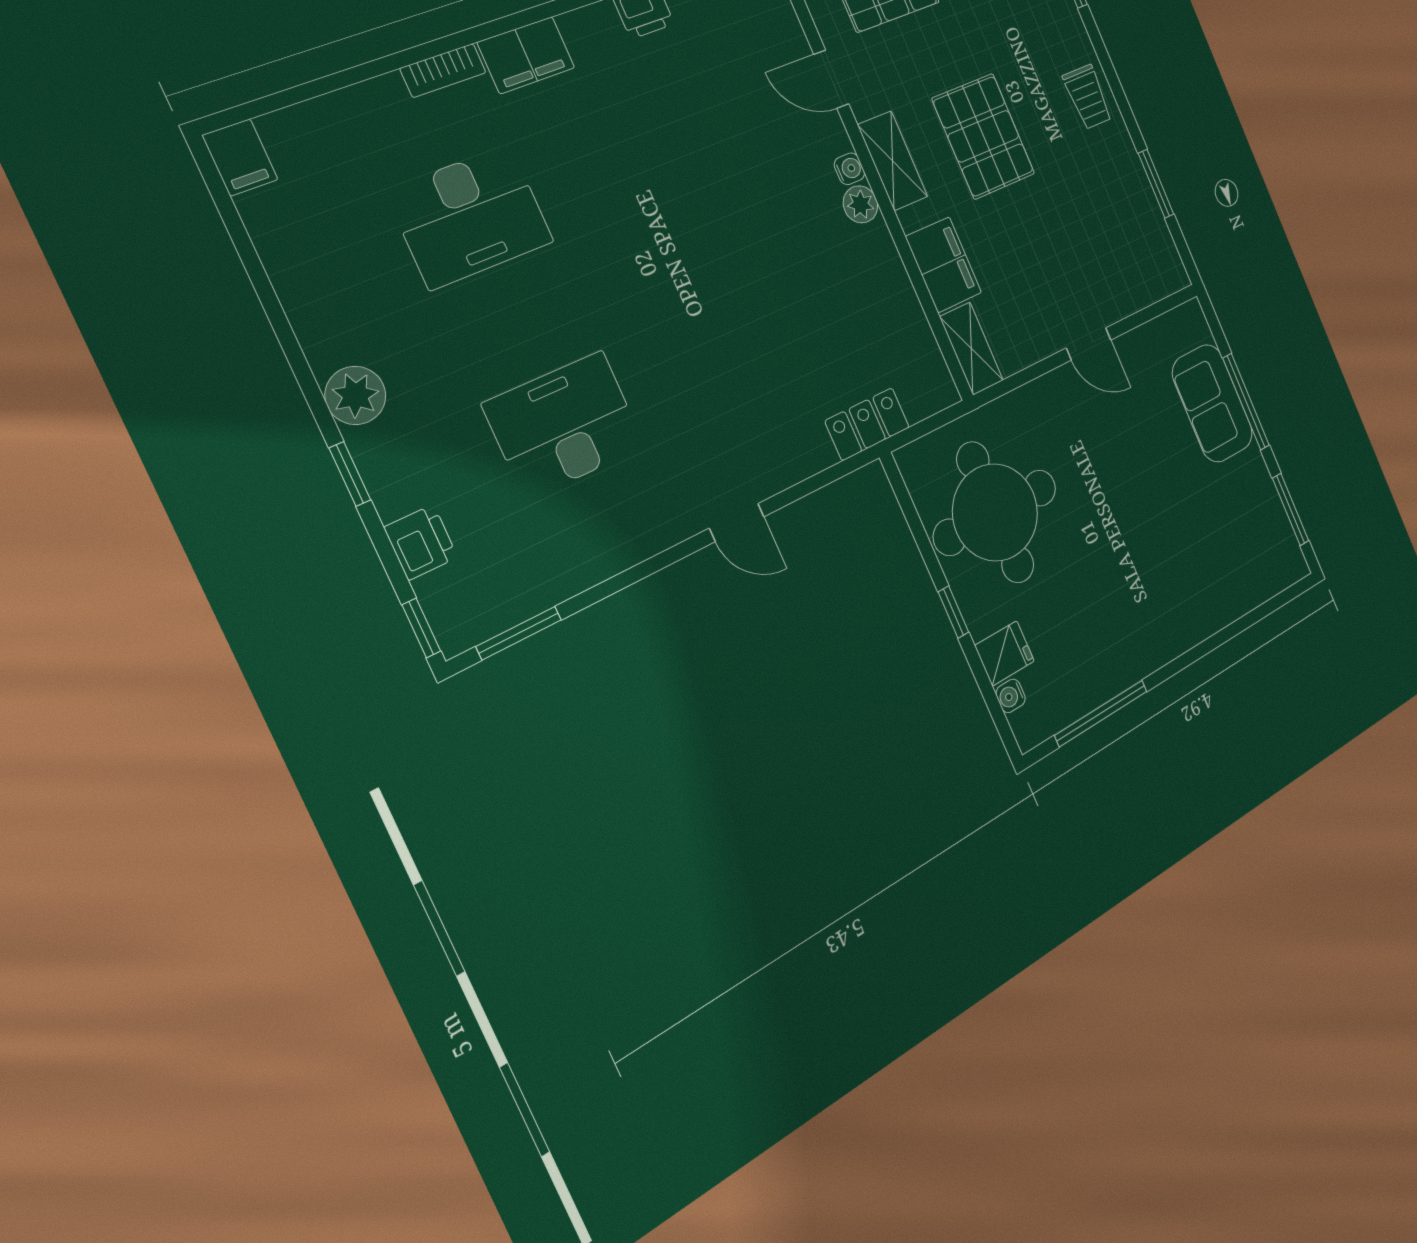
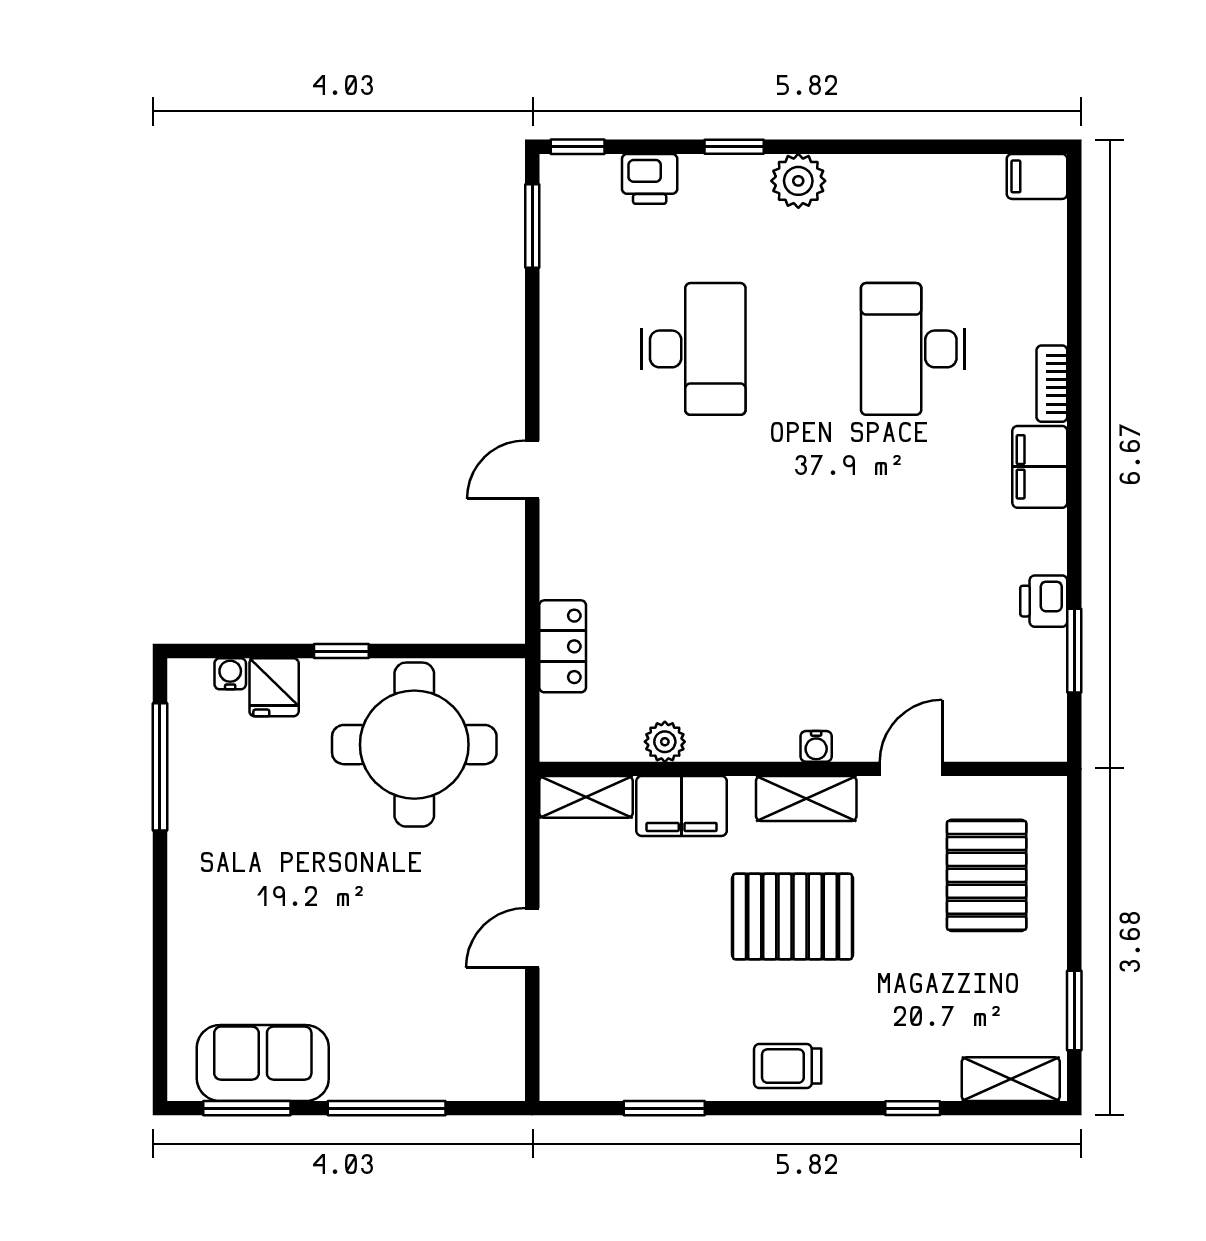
plant: (860, 204) -> (665, 742), moved
sofa: (1212, 403) -> (263, 1063), moved

